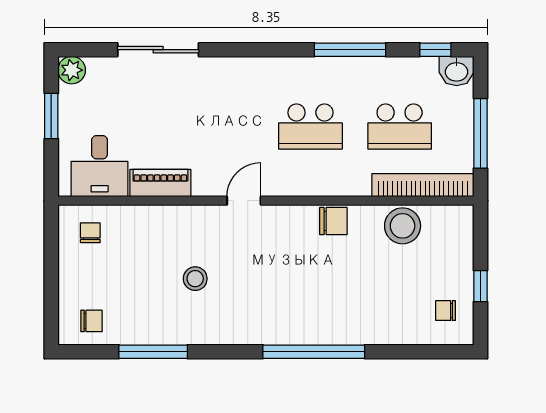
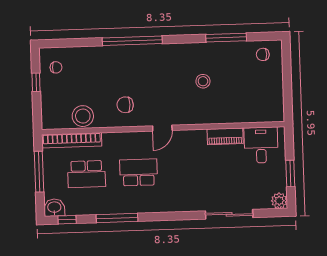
school desk: (400, 126) -> (86, 174), turned 180
door: (244, 201) -> (162, 128), moved
chair: (333, 221) -> (125, 105), moved
chair: (90, 233) -> (265, 106), removed

